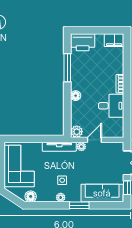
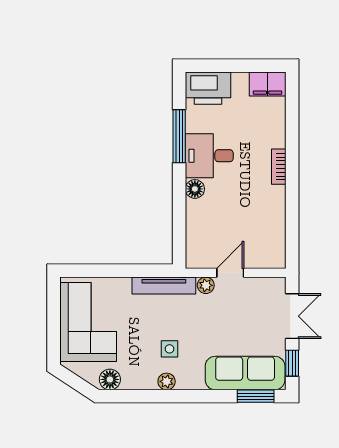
desk: (111, 106) -> (209, 156), moved, turned 180
plant: (77, 132) -> (197, 257), removed
window: (79, 205) -> (256, 396), moved

